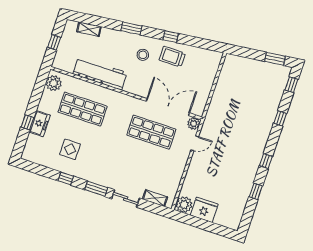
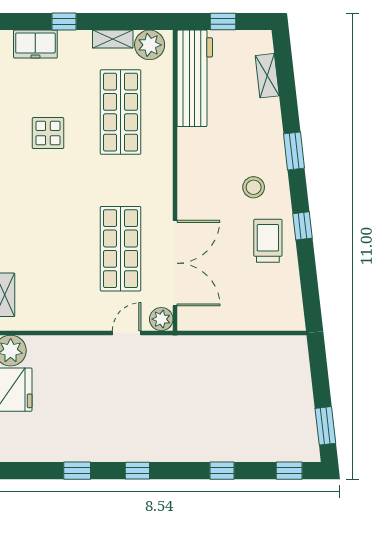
workbench: (100, 73) -> (195, 78), moved
shelving: (45, 101) -> (113, 39), added
freezer: (40, 124) -> (35, 44), moved
door: (195, 143) -> (127, 333), swing flipped
display table: (70, 149) -> (48, 133), moved

